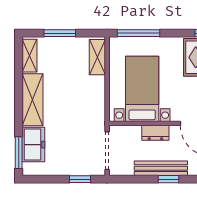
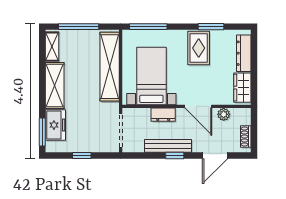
window: (60, 33) -> (79, 27), width x1.44
shelving: (97, 57) -> (110, 67), width x2.20, depth x1.33
window: (80, 179) -> (82, 156), moved

